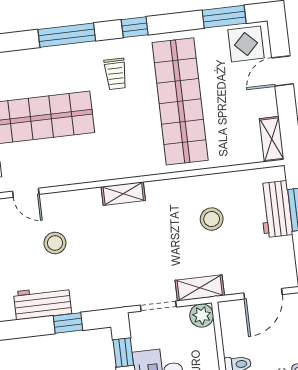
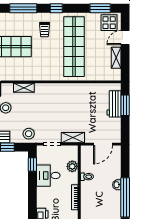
shelving: (272, 139) -> (116, 58), moved
shelving: (123, 194) -> (24, 88), moved
stool: (212, 219) -> (29, 134), moved
plant: (202, 316) -> (72, 166), moved

